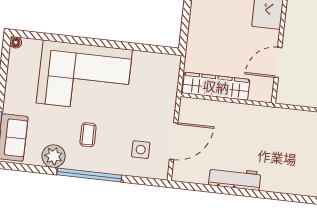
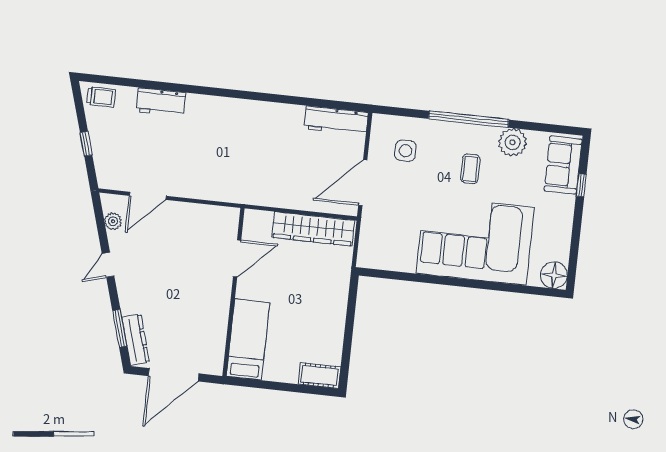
floor lamp: (16, 42) -> (554, 275), width x1.89, depth x1.89
door: (174, 141) -> (363, 183), moved
workbench: (235, 178) -> (336, 121), moved

